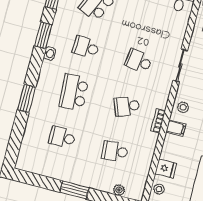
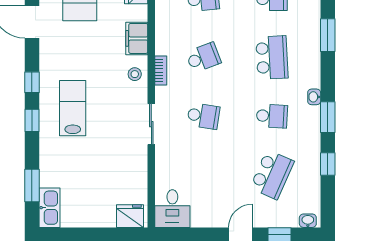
bookcase: (158, 121) -> (161, 71), moved
filing cabinet: (176, 128) -> (137, 38), width x2.00

